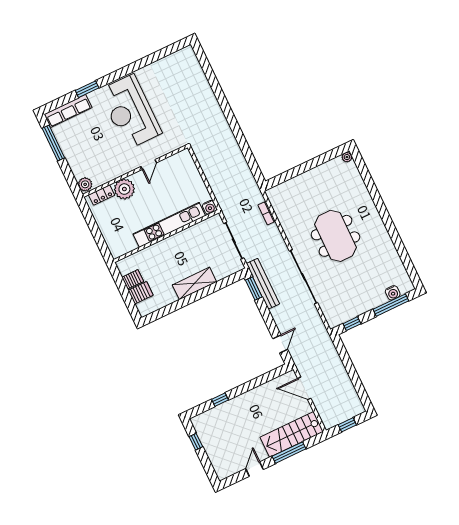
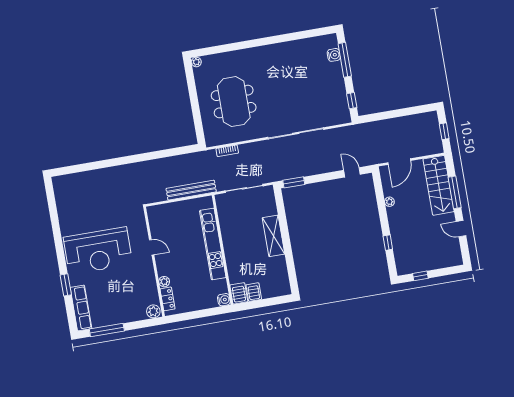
plant: (124, 189) -> (164, 282), width x0.53, depth x0.53
water cooler: (210, 207) -> (224, 300), moved
meeting table: (335, 236) -> (234, 102), moved, turned 90
bench: (263, 284) -> (191, 190), moved
server rack: (141, 293) -> (239, 293), moved
plant: (261, 390) -> (389, 202), added

